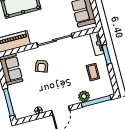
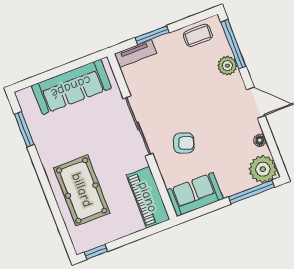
coffee table: (93, 72) -> (198, 35), moved
plant: (21, 110) -> (263, 169), added

